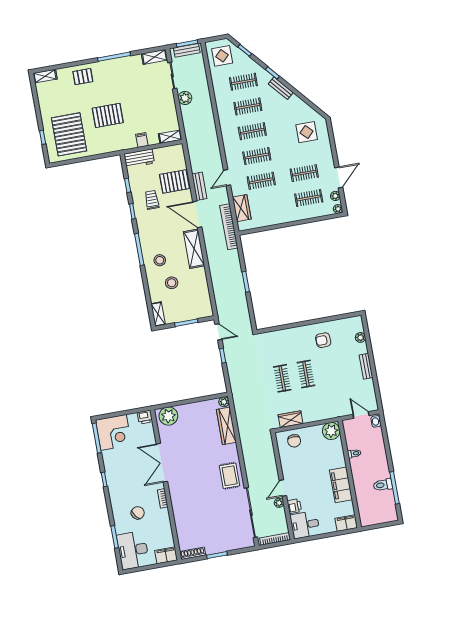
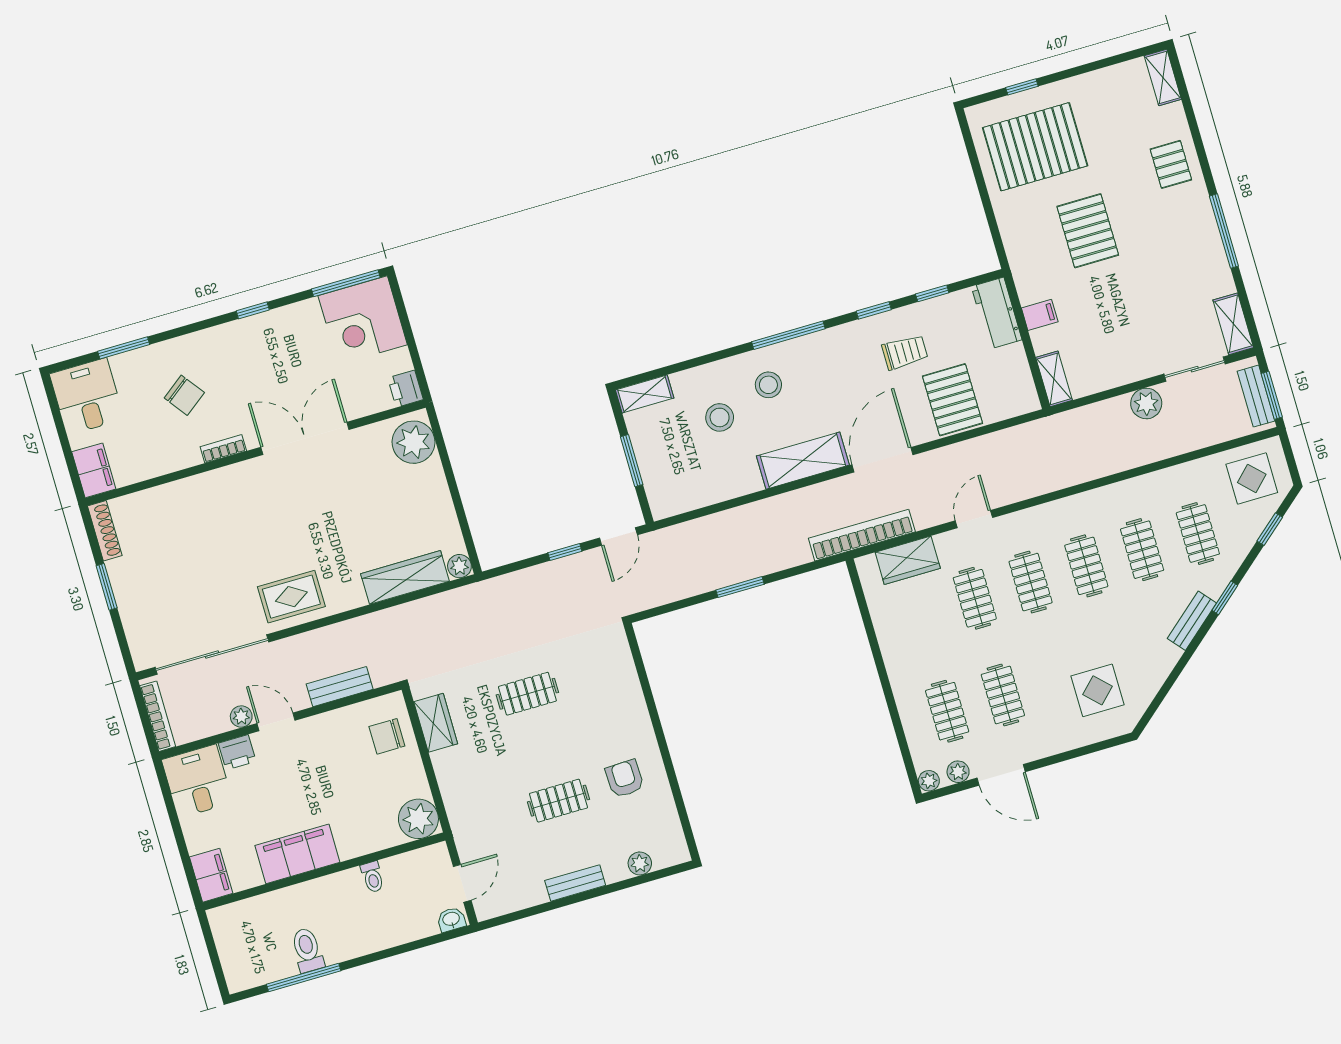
door: (227, 178) -> (974, 519), hinge flipped
bench: (199, 186) -> (340, 687), moved
clothes rail: (306, 374) -> (558, 801), moved
desk: (133, 550) -> (87, 396), width x0.73

